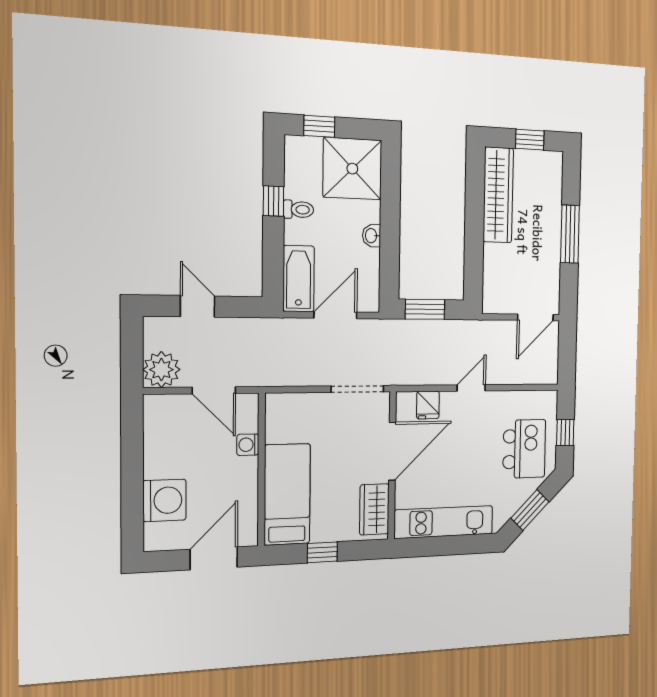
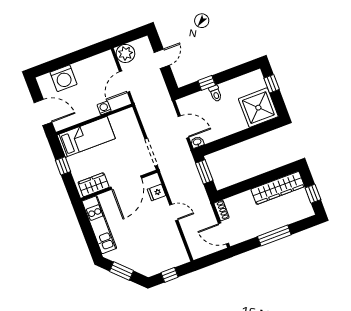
window: (273, 201) -> (207, 83), moved
toilet: (298, 210) -> (215, 93), moved
washbasin: (372, 236) -> (197, 142), moved
bathtub: (299, 279) -> (194, 102), removed
shoe rack: (498, 306) -> (222, 210), added
kitchen island: (524, 449) -> (153, 255), removed
door: (392, 451) -> (126, 183), hinge flipped

